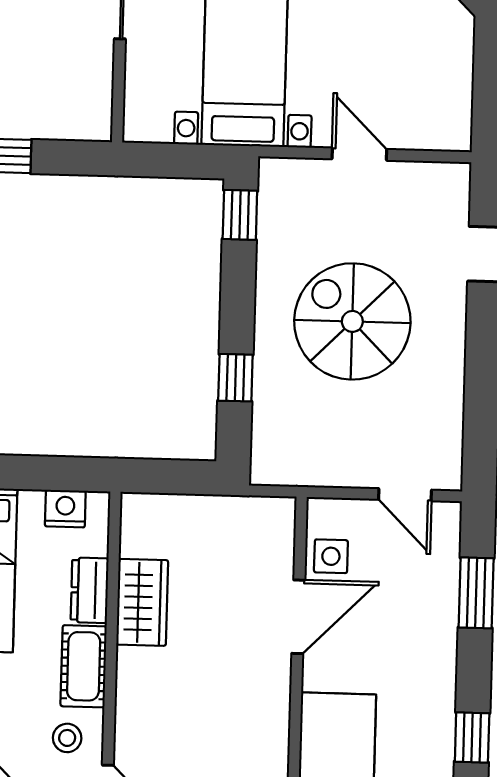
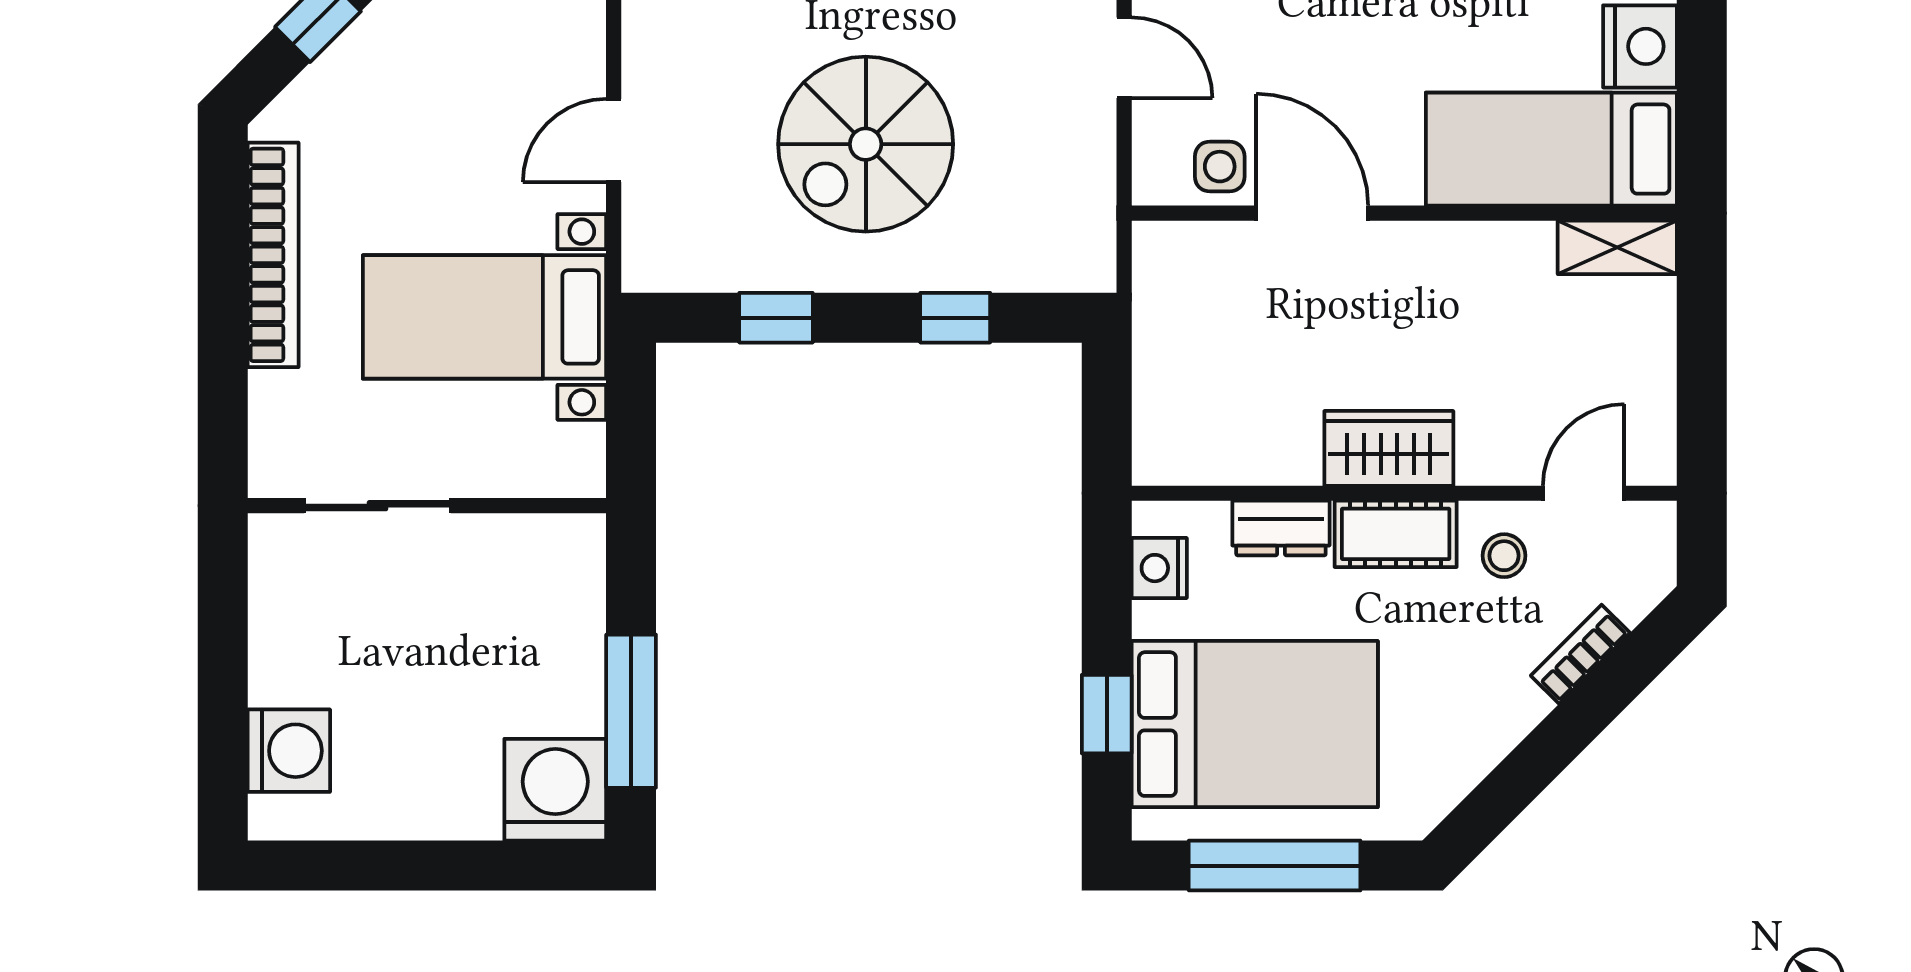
window: (240, 215) -> (776, 318), moved
door: (405, 495) -> (1124, 58), hinge flipped
wardrobe: (142, 602) -> (1389, 448), moved

